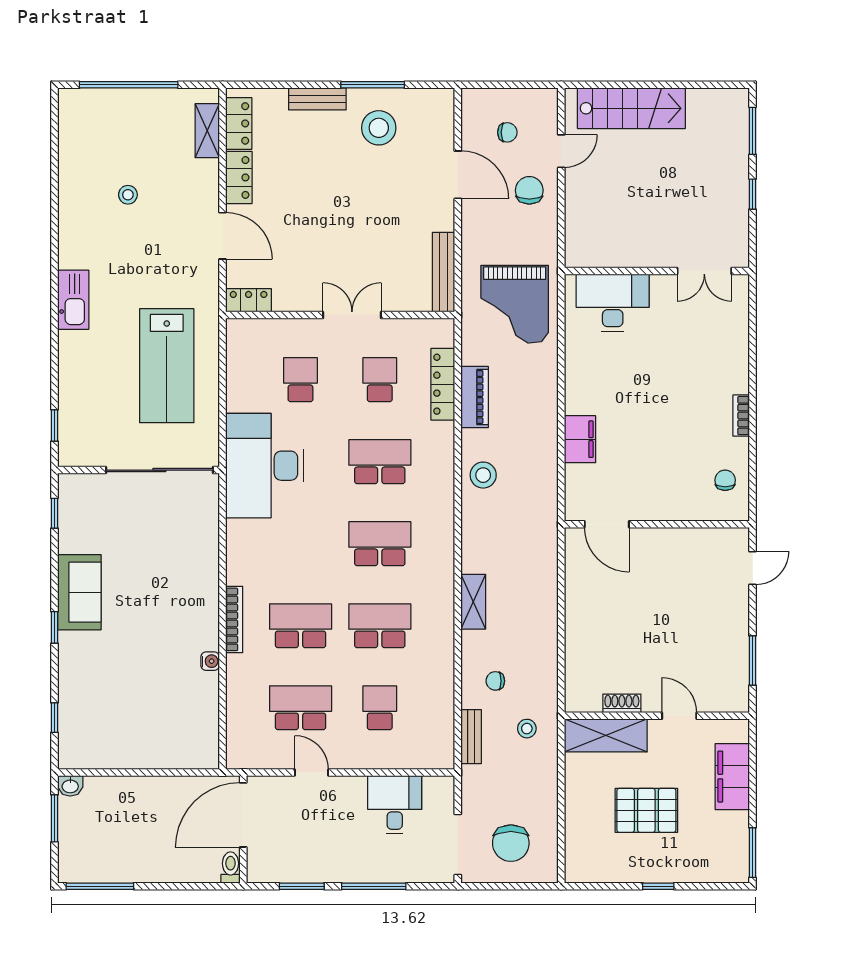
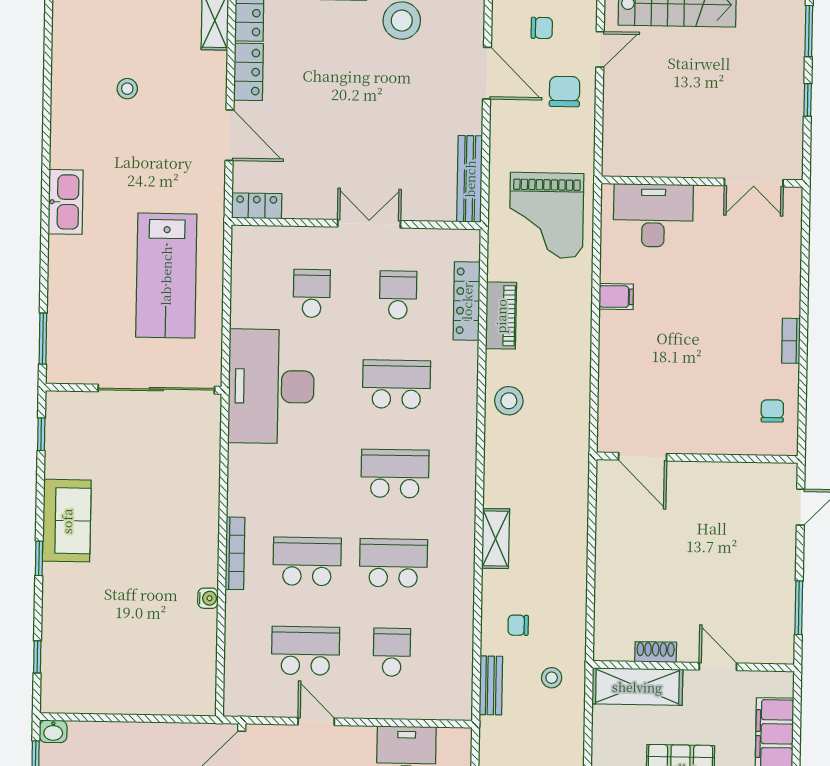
window: (54, 425) -> (43, 339), width x1.50
filing cabinet: (580, 439) -> (616, 297), moved, width x0.50

